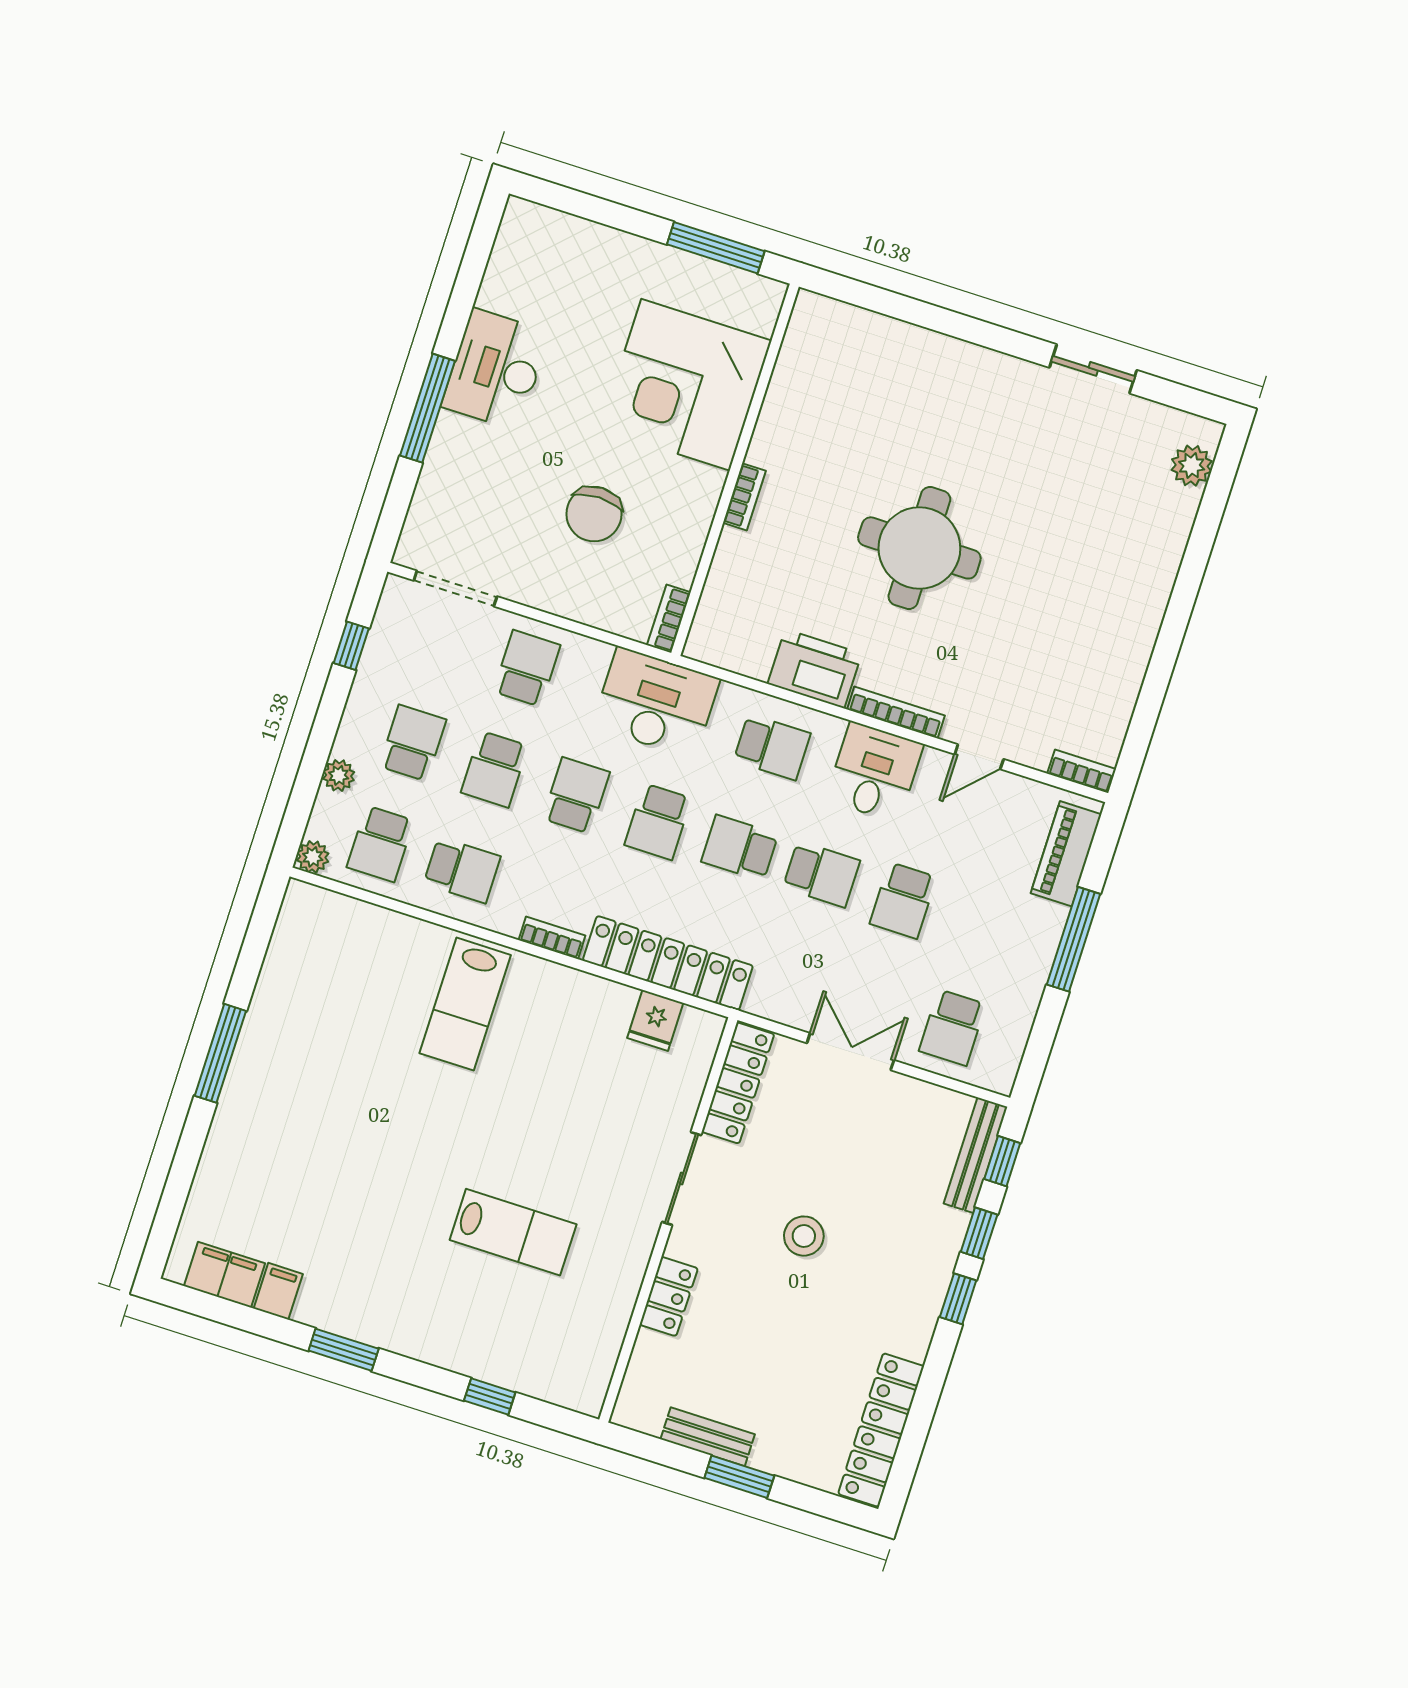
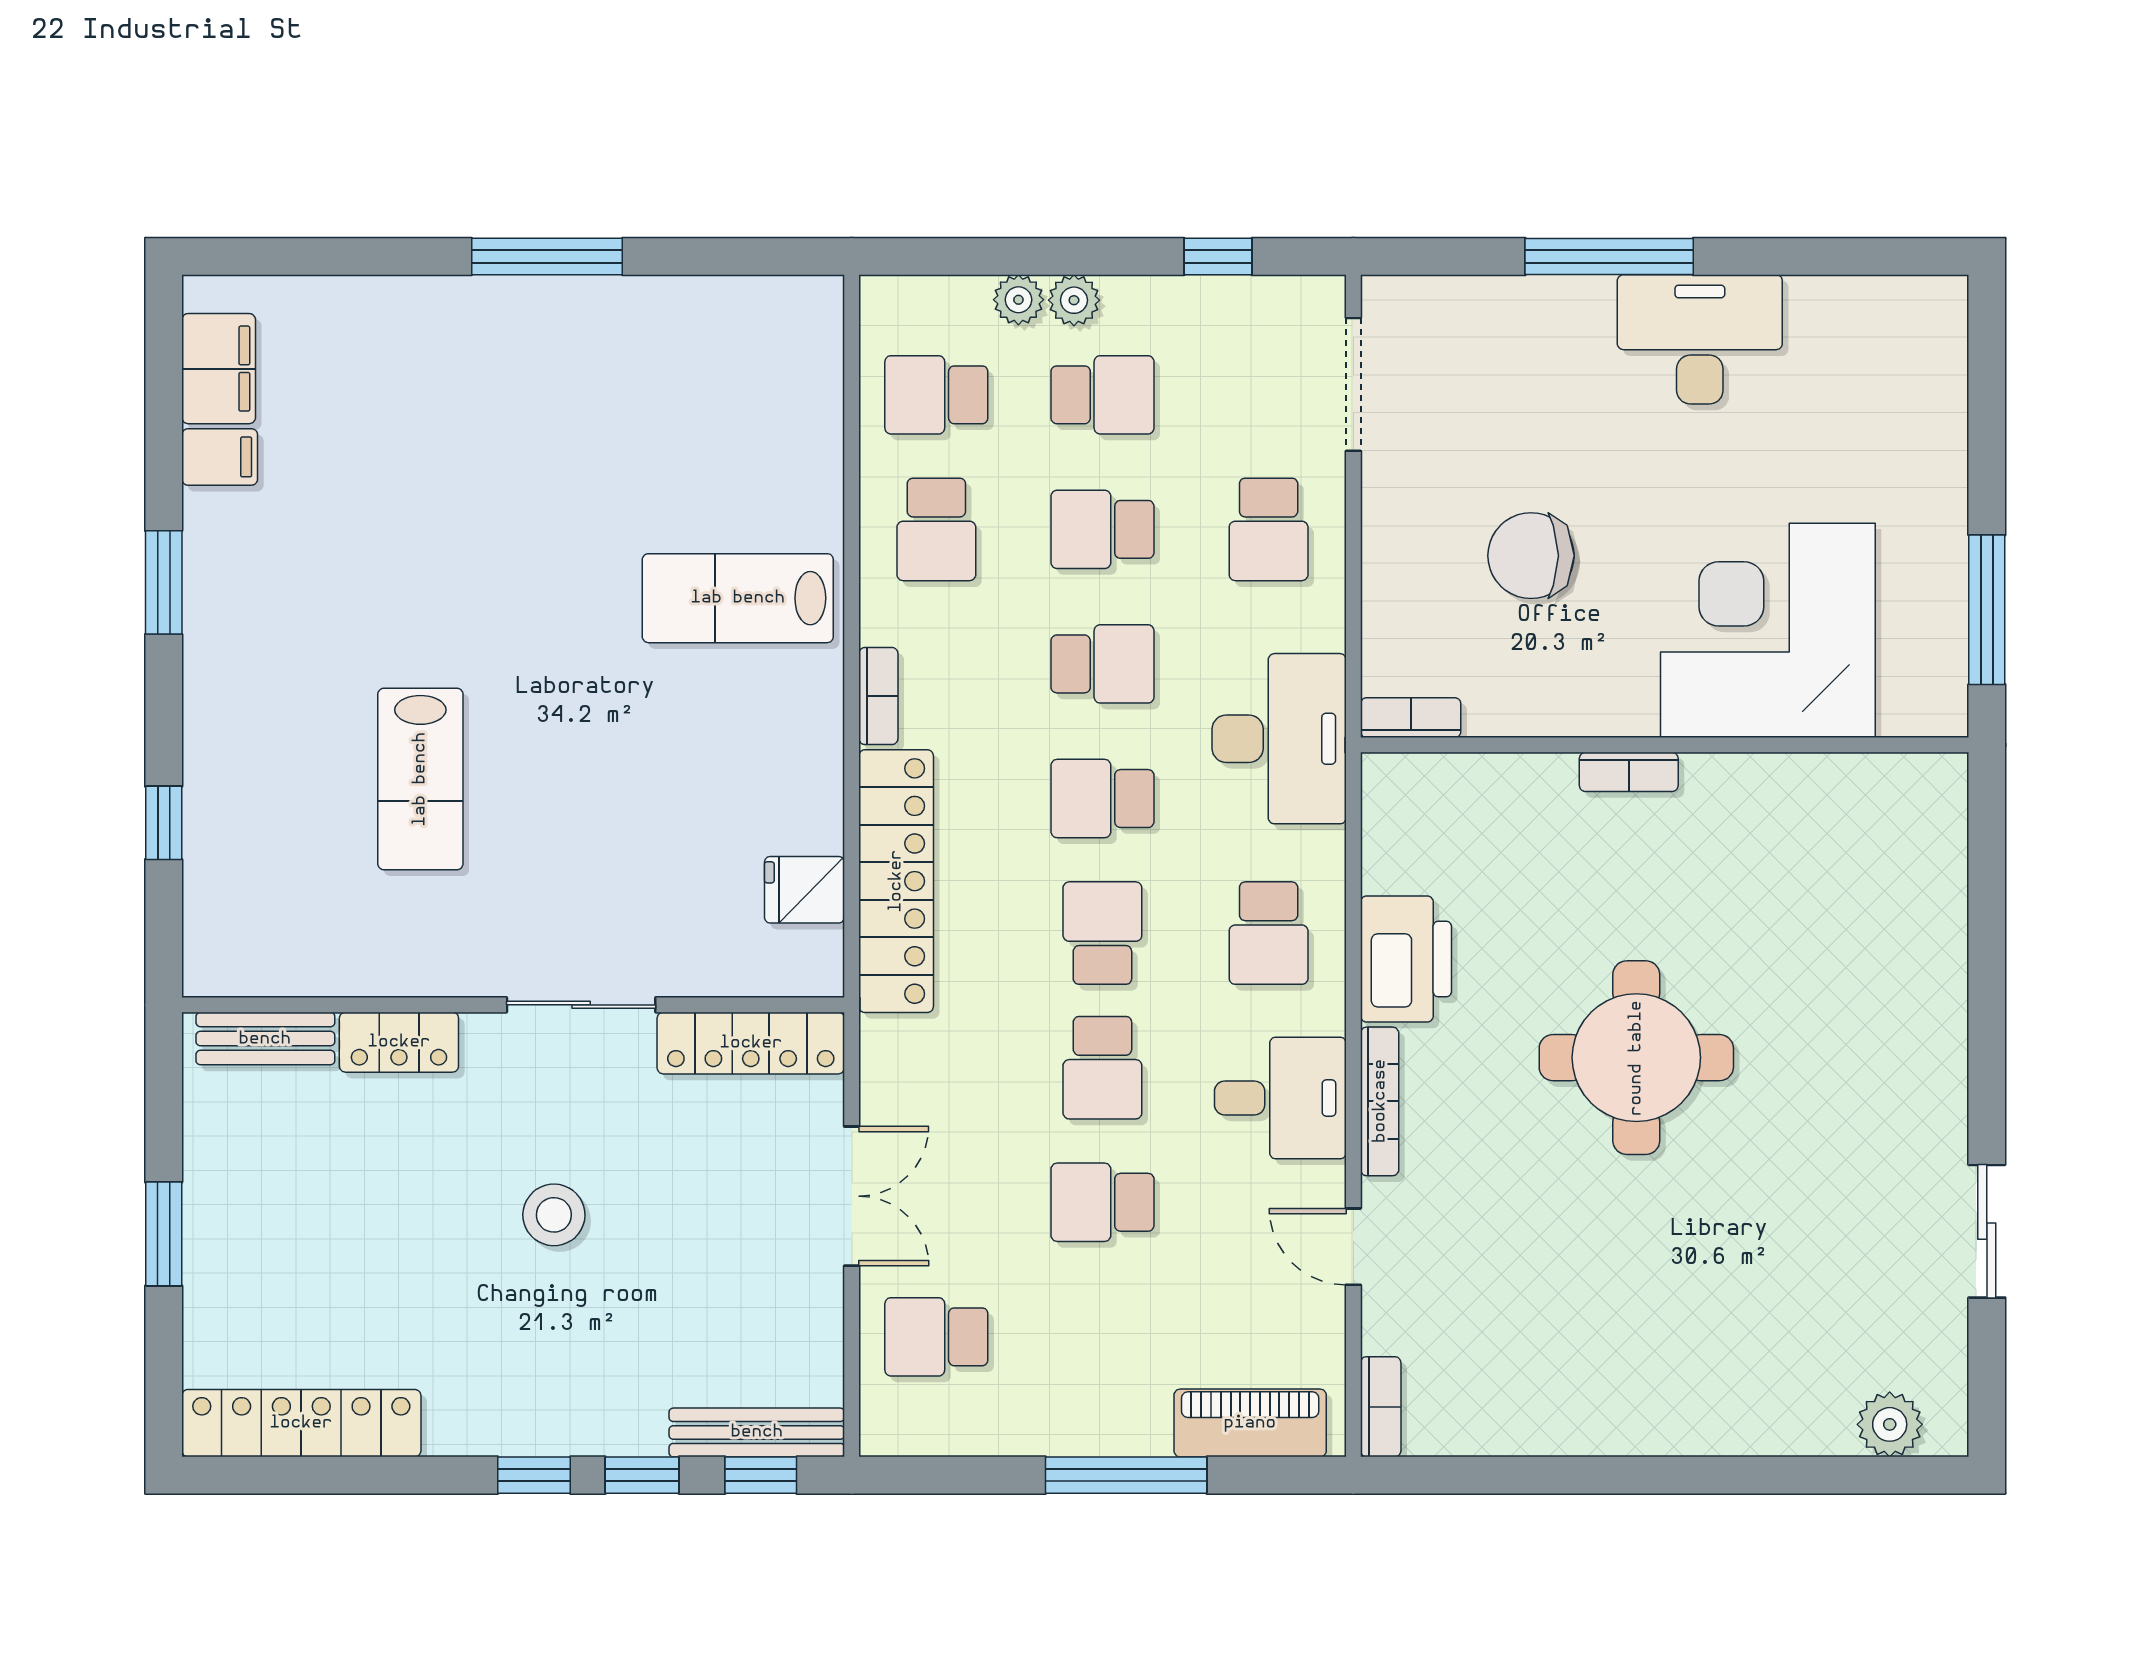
school desk: (527, 668) -> (1269, 529), turned 90
plant: (313, 857) -> (1074, 300), moved
bench: (708, 1437) -> (265, 1039), moved, turned 90

